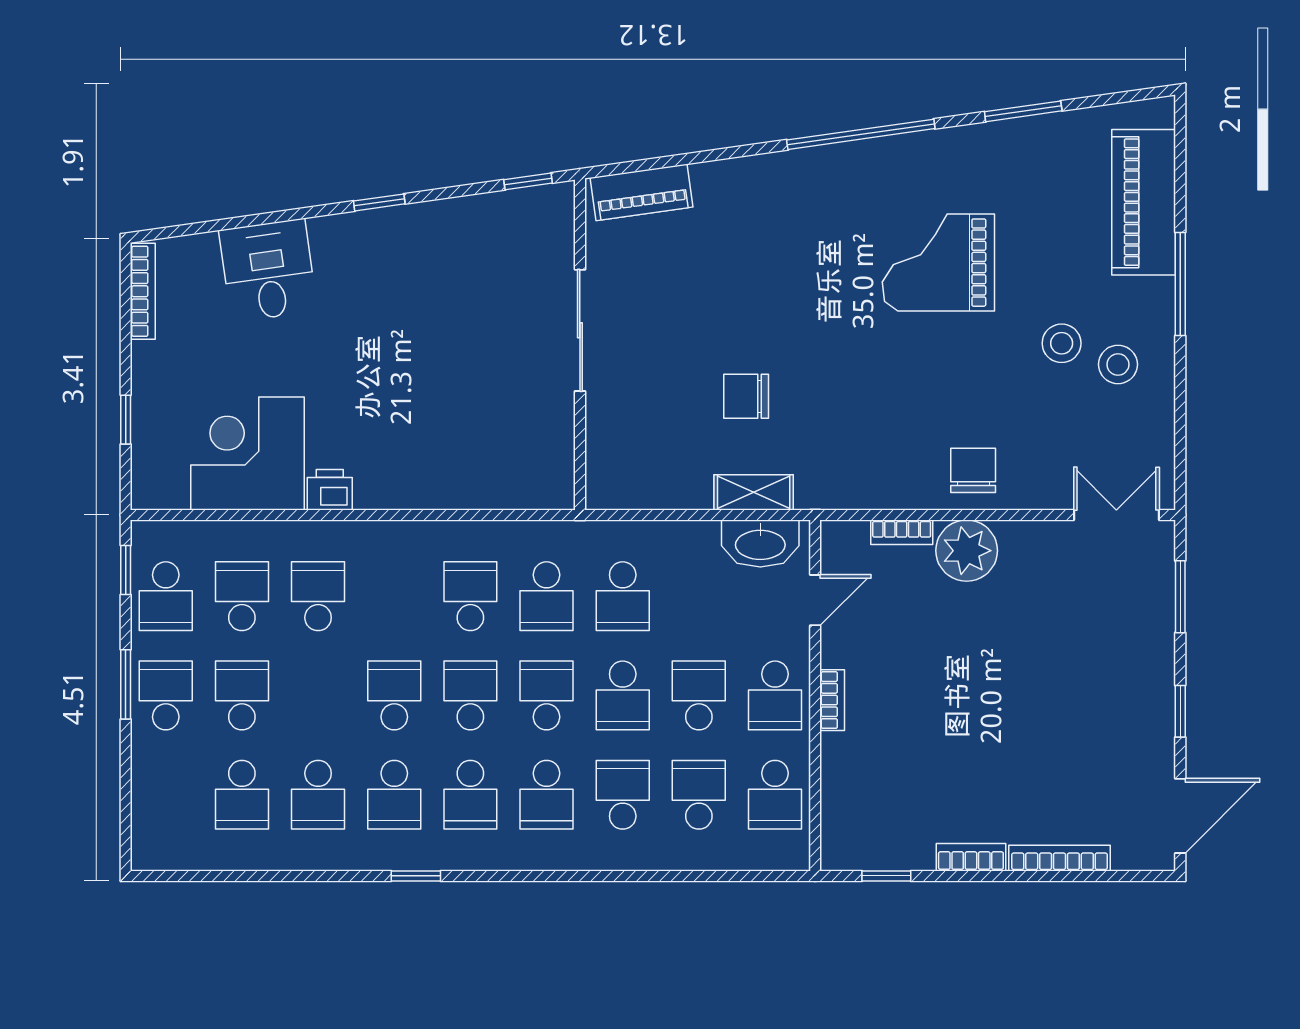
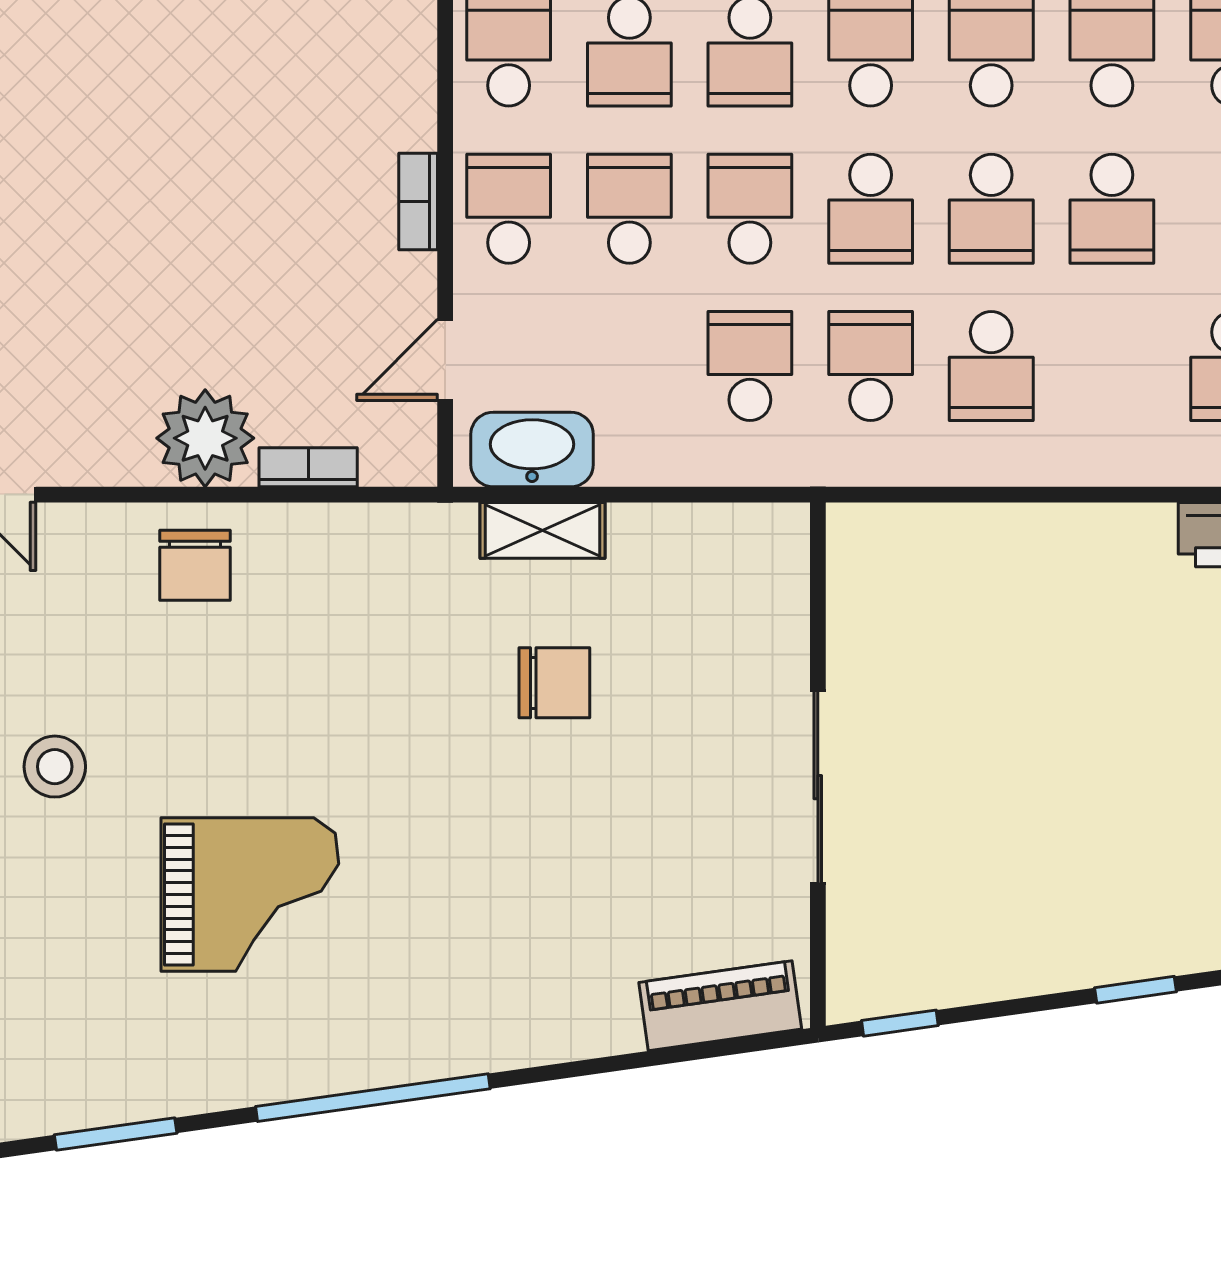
school desk: (699, 695) -> (629, 209), turned 180

